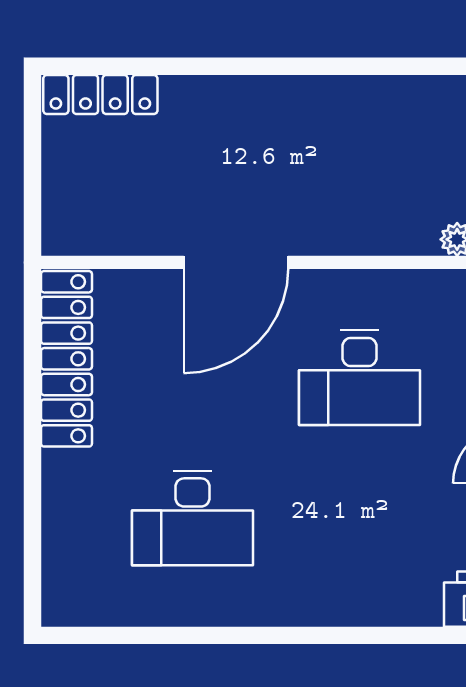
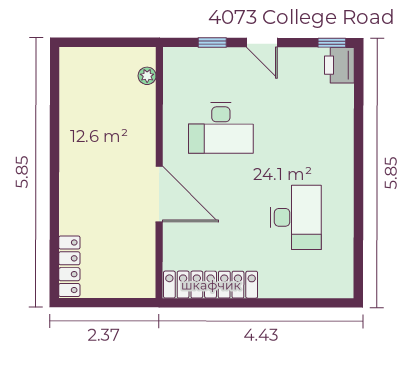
desk: (359, 378) -> (221, 128), turned 90

